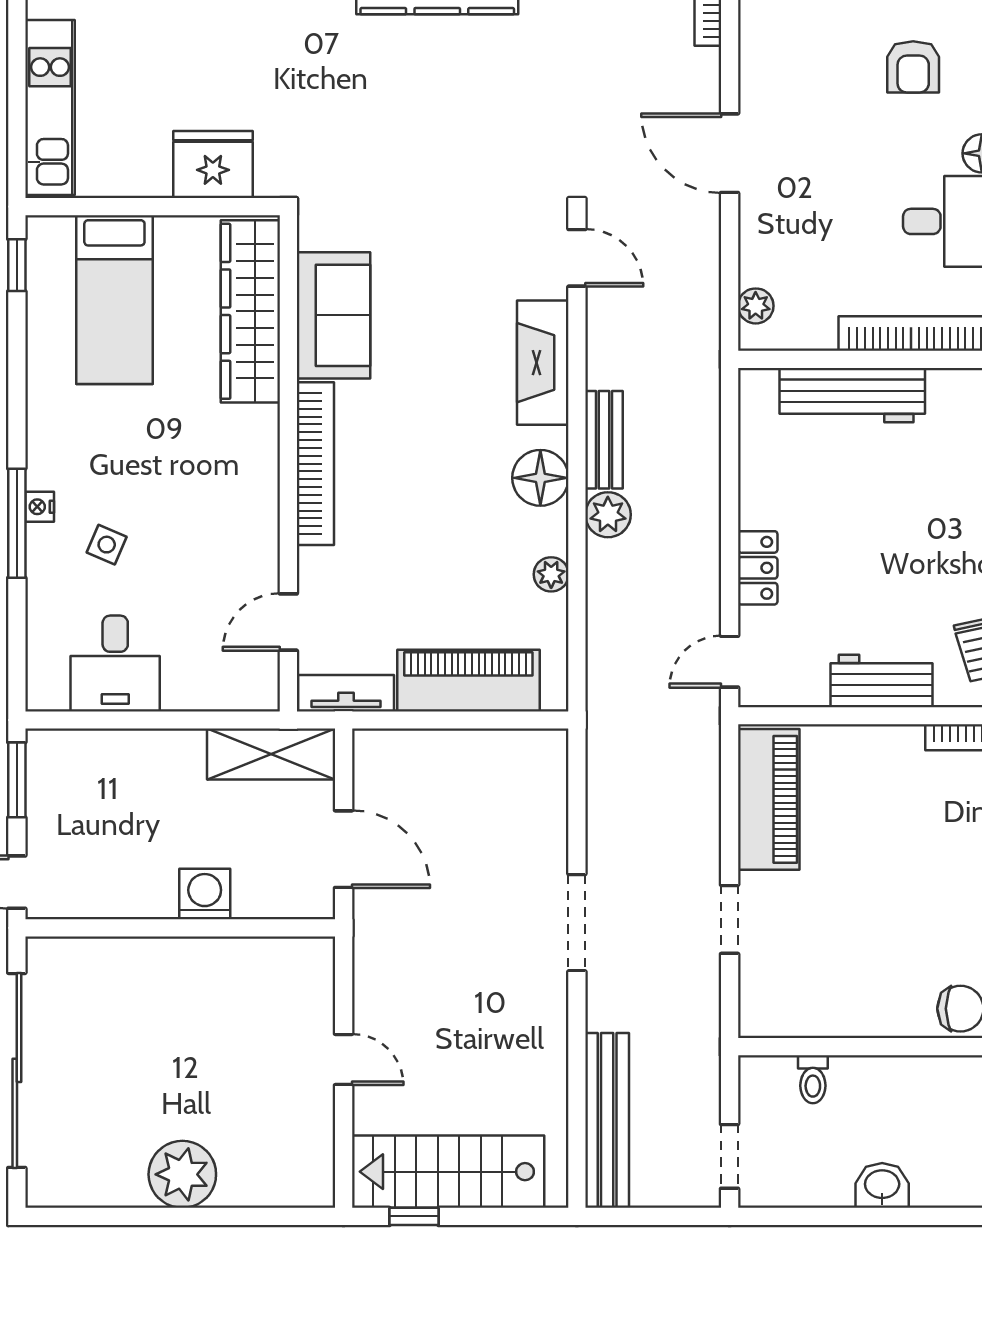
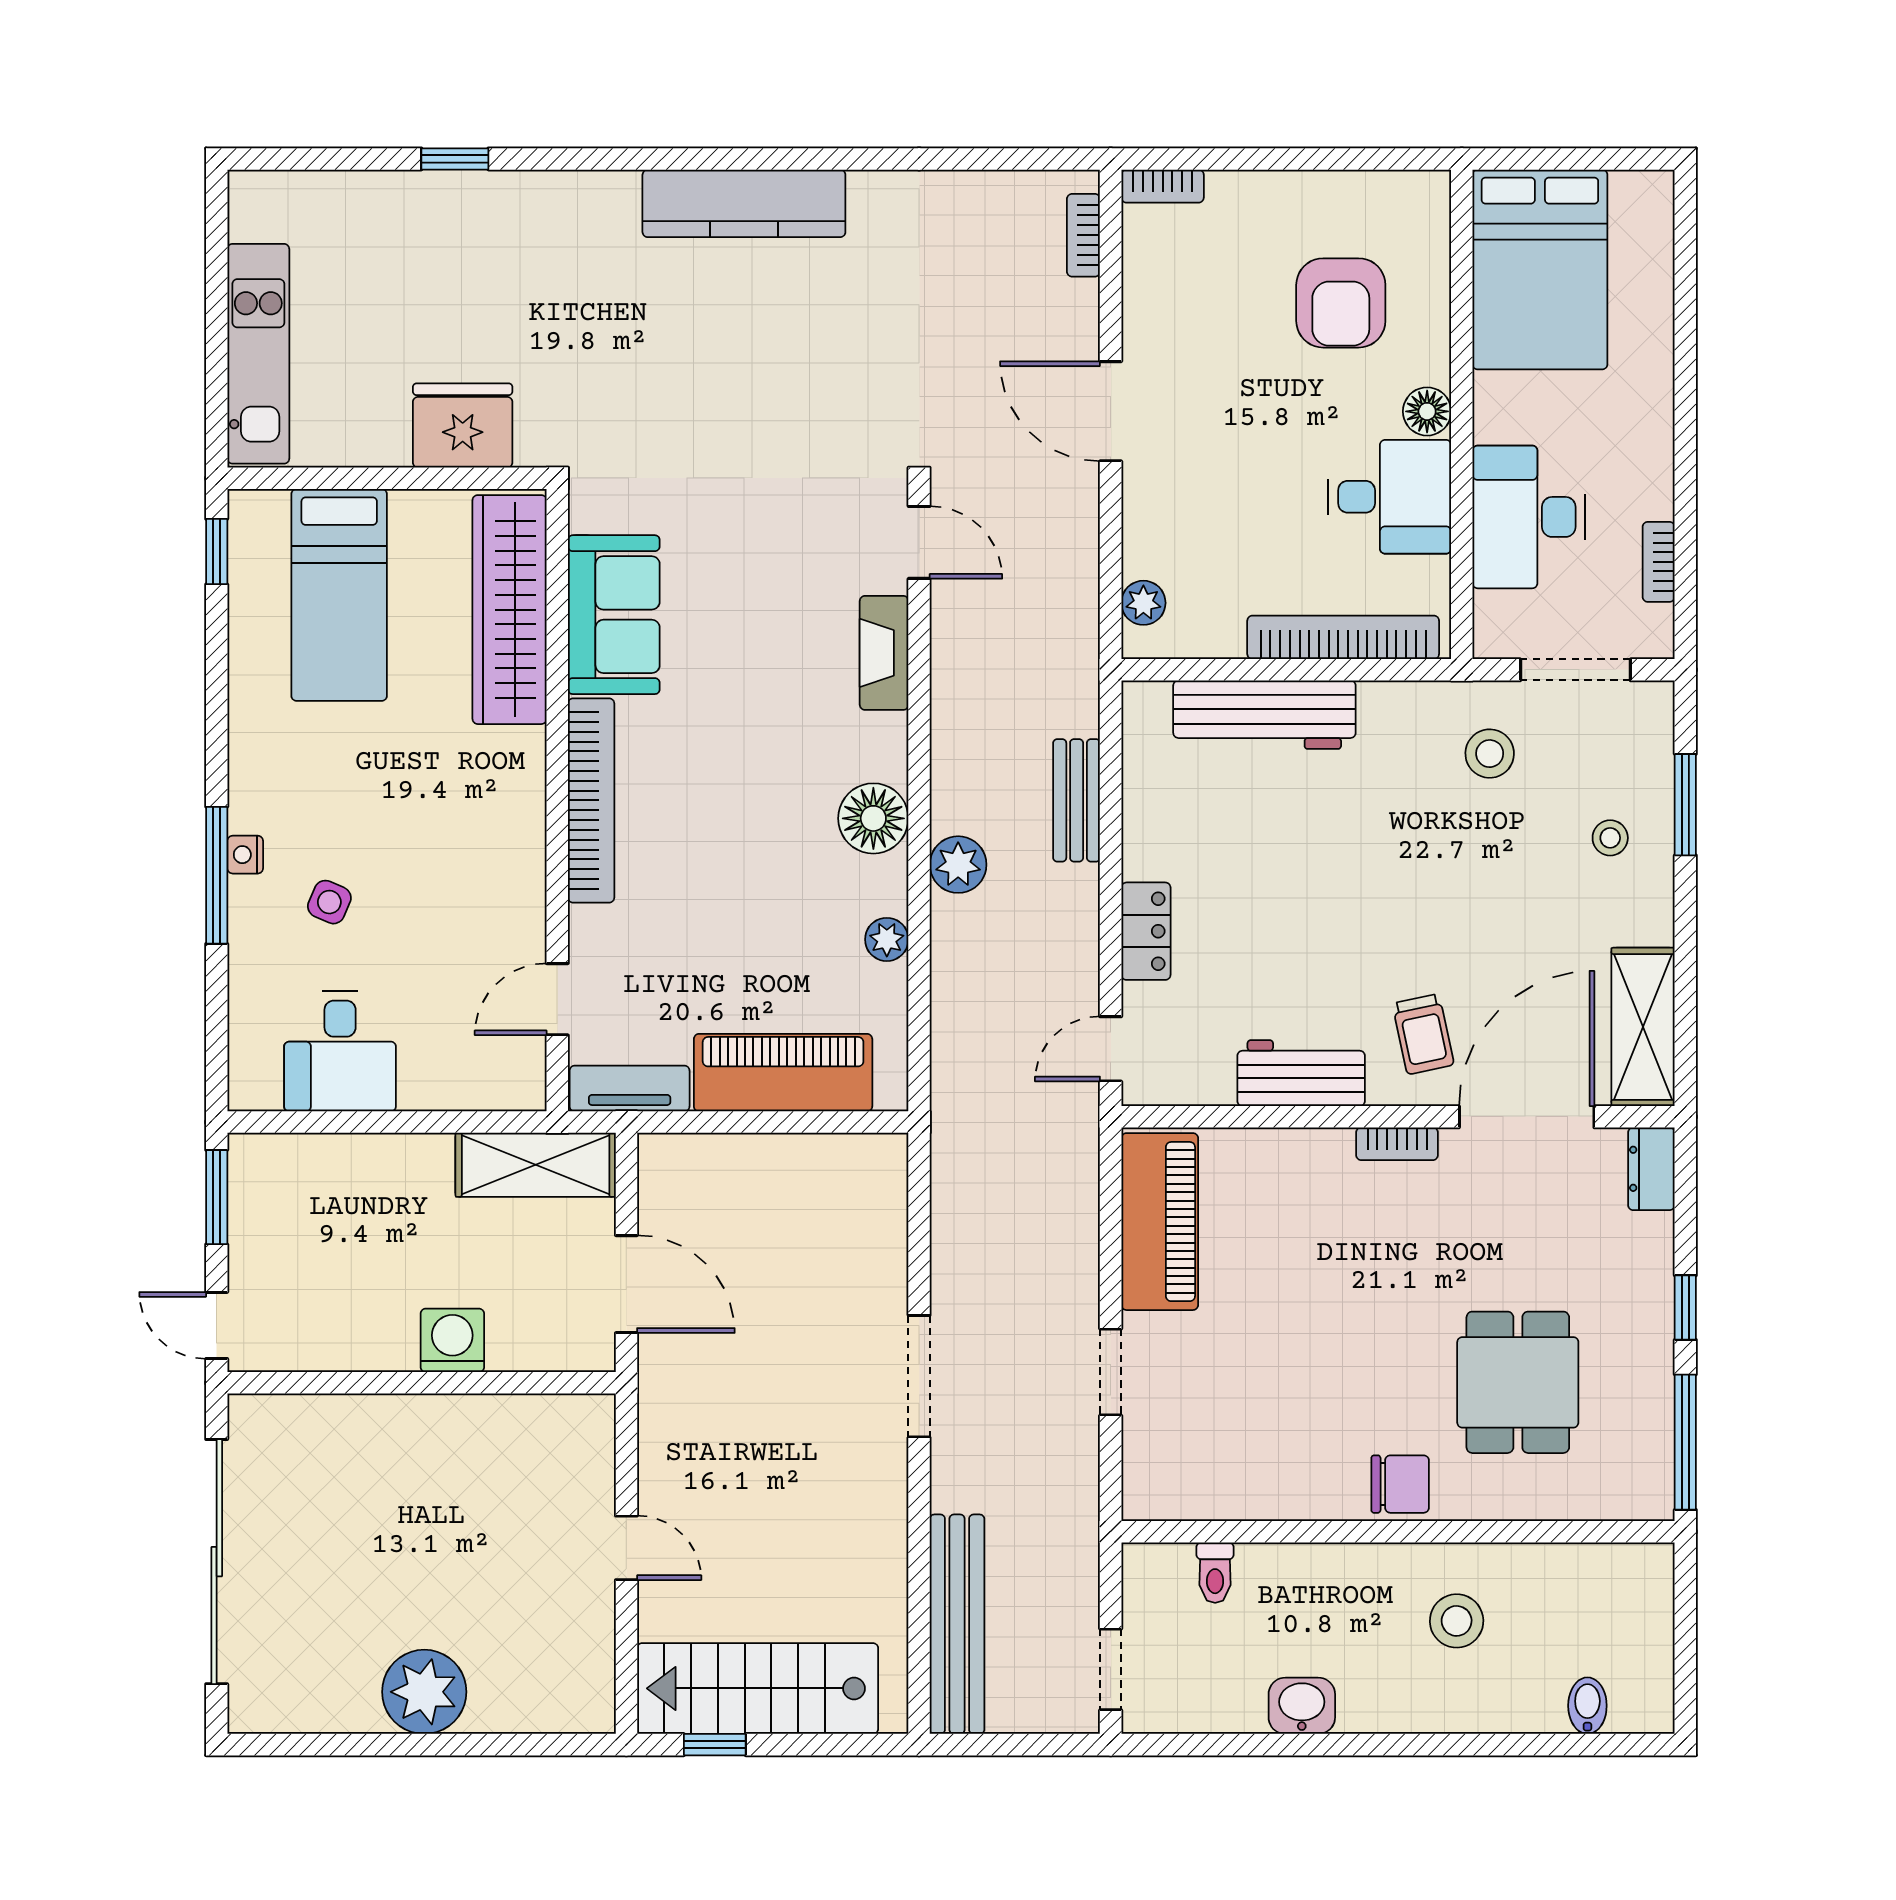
armchair: (913, 67) -> (1341, 303), width x1.38, depth x1.38
fireplace: (543, 363) -> (884, 653), width x0.73, depth x0.76
bench: (604, 440) -> (1077, 800), moved

